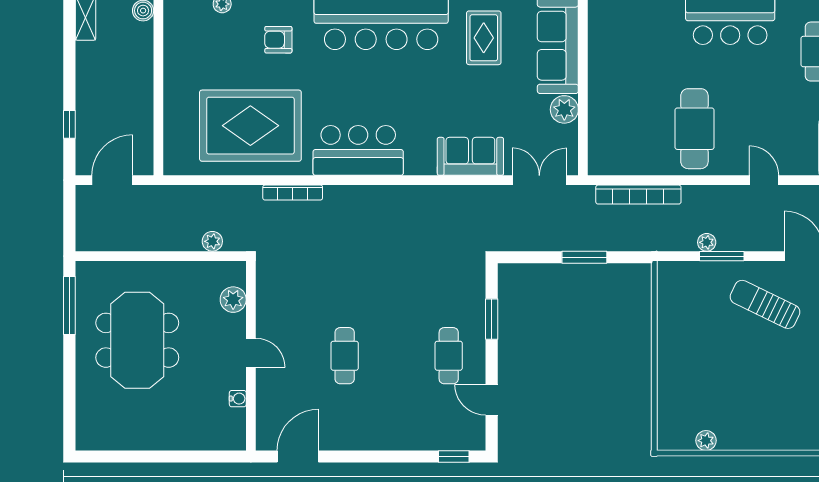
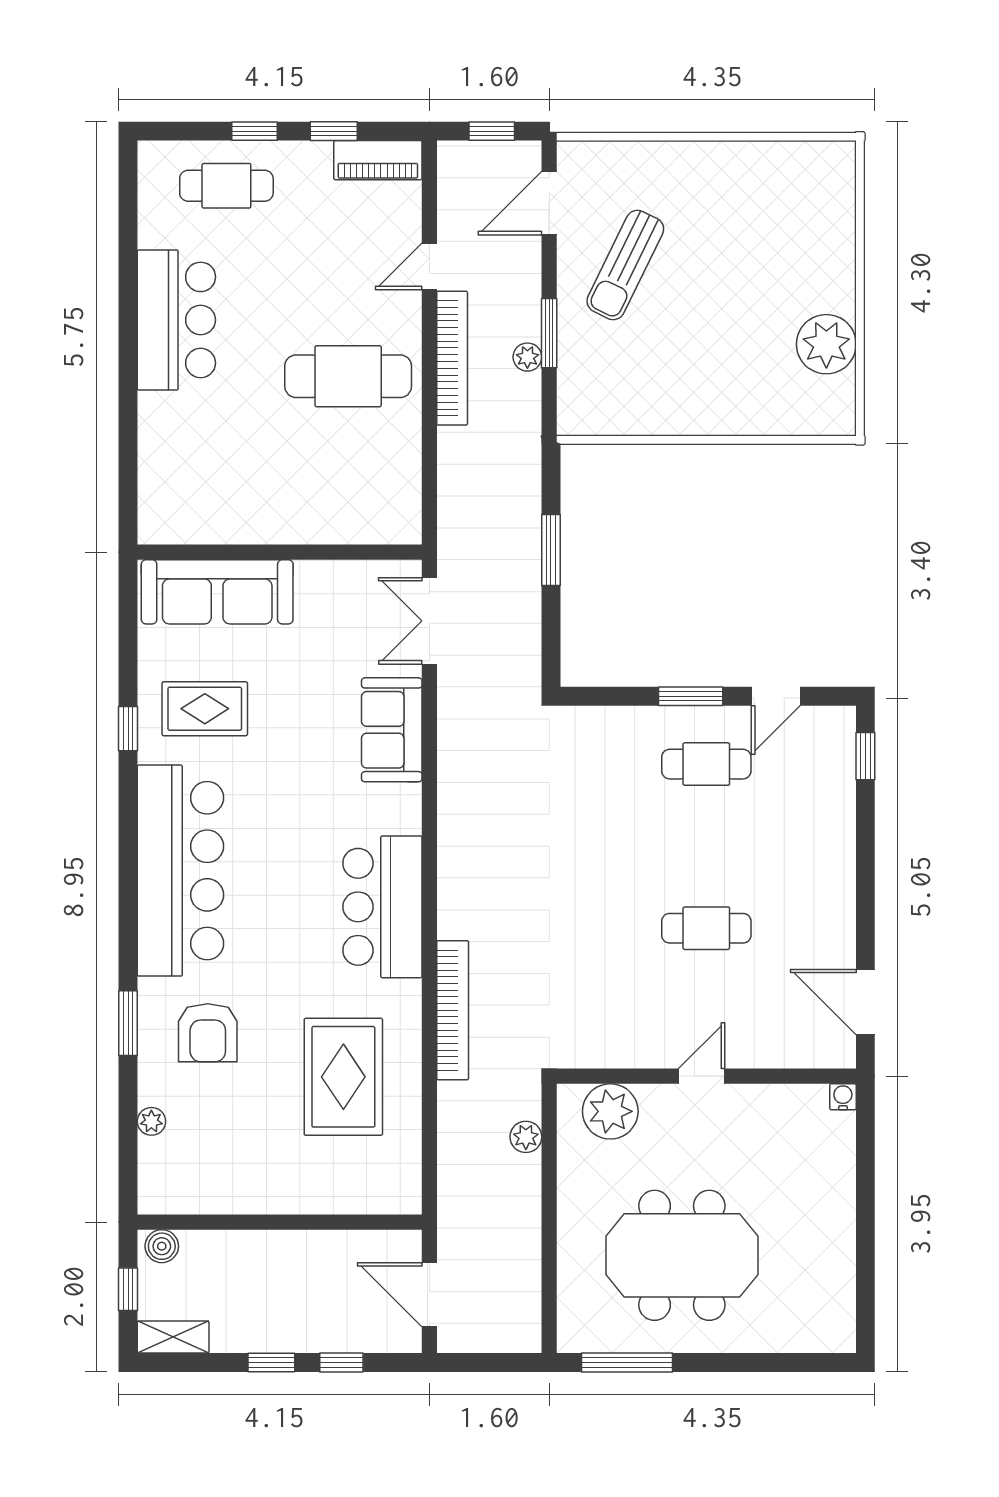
armchair: (278, 40) -> (208, 1033), width x1.38, depth x1.38
window: (69, 80) -> (271, 1363), added
plant: (564, 109) -> (318, 582), removed
rug: (250, 126) -> (343, 1077), width x0.73, depth x0.69
bookcase: (293, 193) -> (453, 1010), width x1.48, depth x1.31
bookcase: (638, 195) -> (452, 358), moved
plant: (233, 300) -> (610, 1111), width x1.36, depth x1.36
window: (492, 319) -> (691, 696), moved
water cooler: (238, 399) -> (843, 1097), moved
plant: (706, 441) -> (826, 344), width x1.88, depth x1.88

